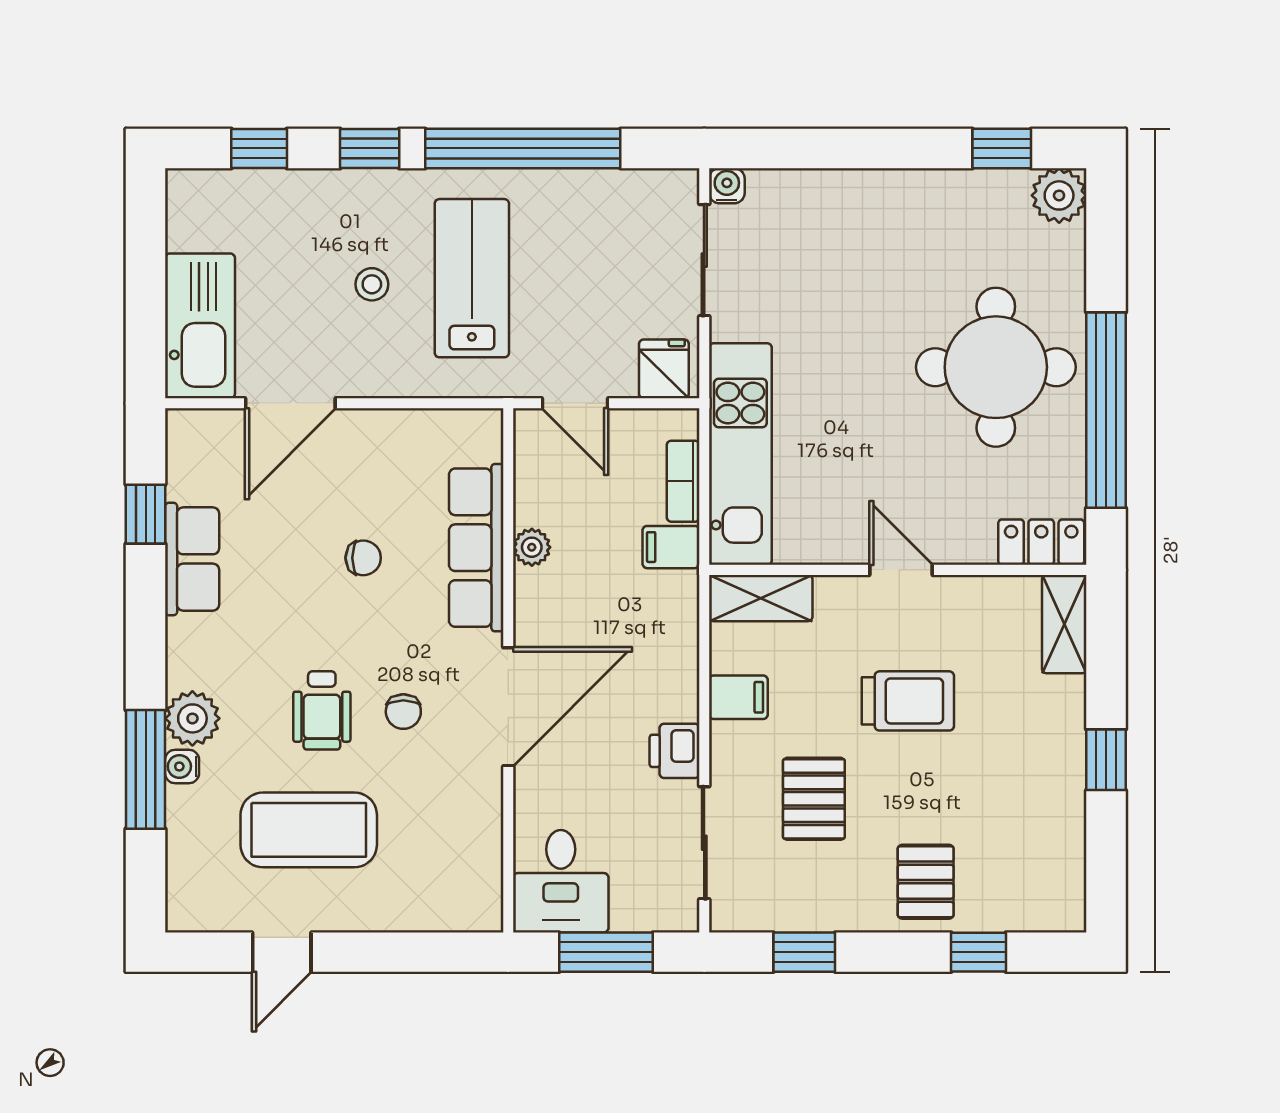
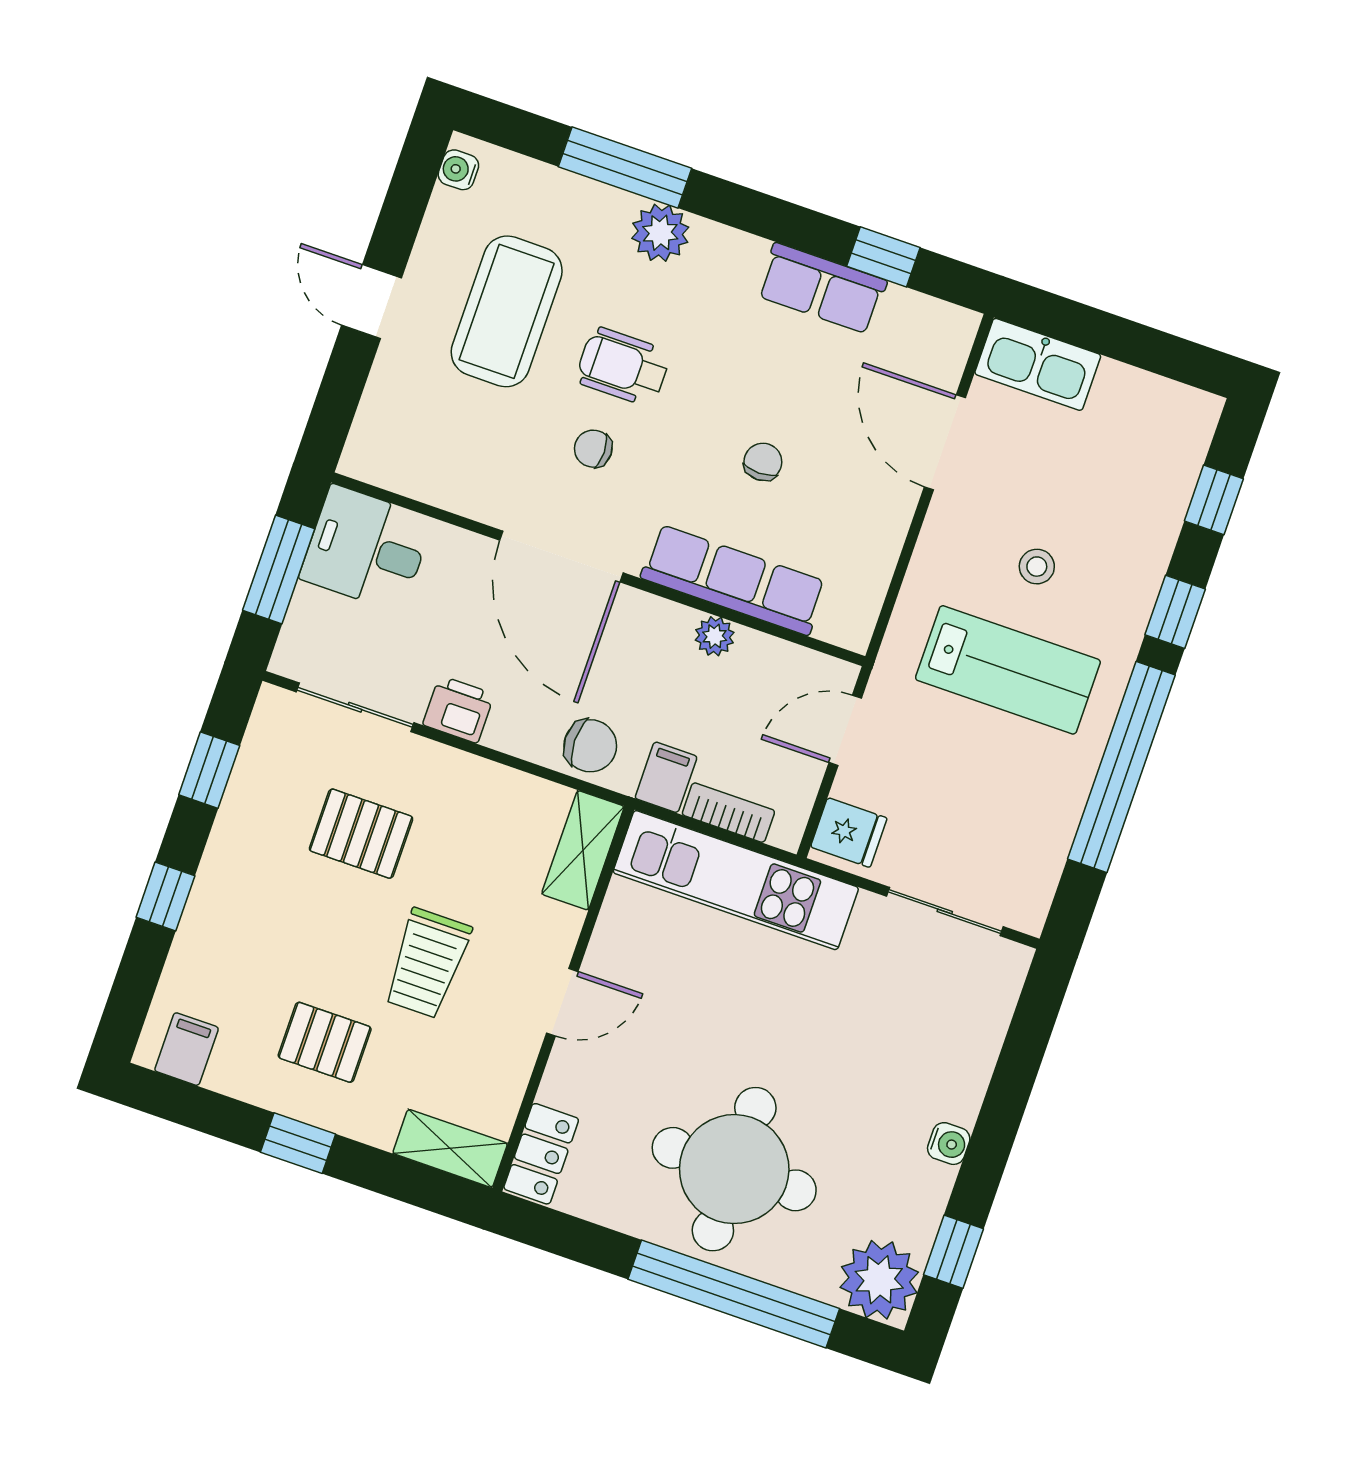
water cooler: (727, 186) -> (949, 1144), moved
plant: (1059, 195) -> (879, 1280), width x1.36, depth x1.36
kitchen sink: (200, 326) -> (1038, 364), width x0.73, depth x0.81
window: (1106, 410) -> (734, 1294), moved
chair: (363, 558) -> (763, 462), turned 180
chair: (666, 623) -> (590, 746), added
filing cabinet: (738, 697) -> (187, 1049), moved, turned 180
water cooler: (182, 766) -> (458, 170), moved, turned -90
pallet: (926, 882) -> (325, 1042), moved
door: (282, 952) -> (371, 302), moved
window: (979, 952) -> (165, 897), moved

